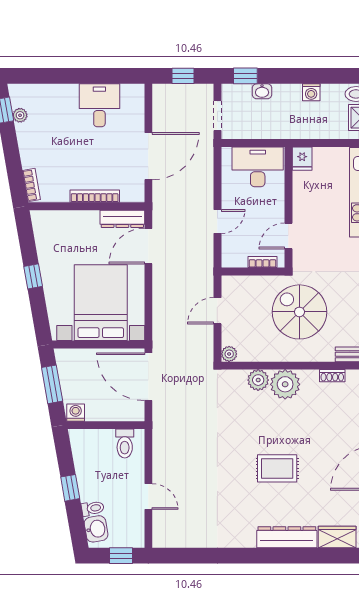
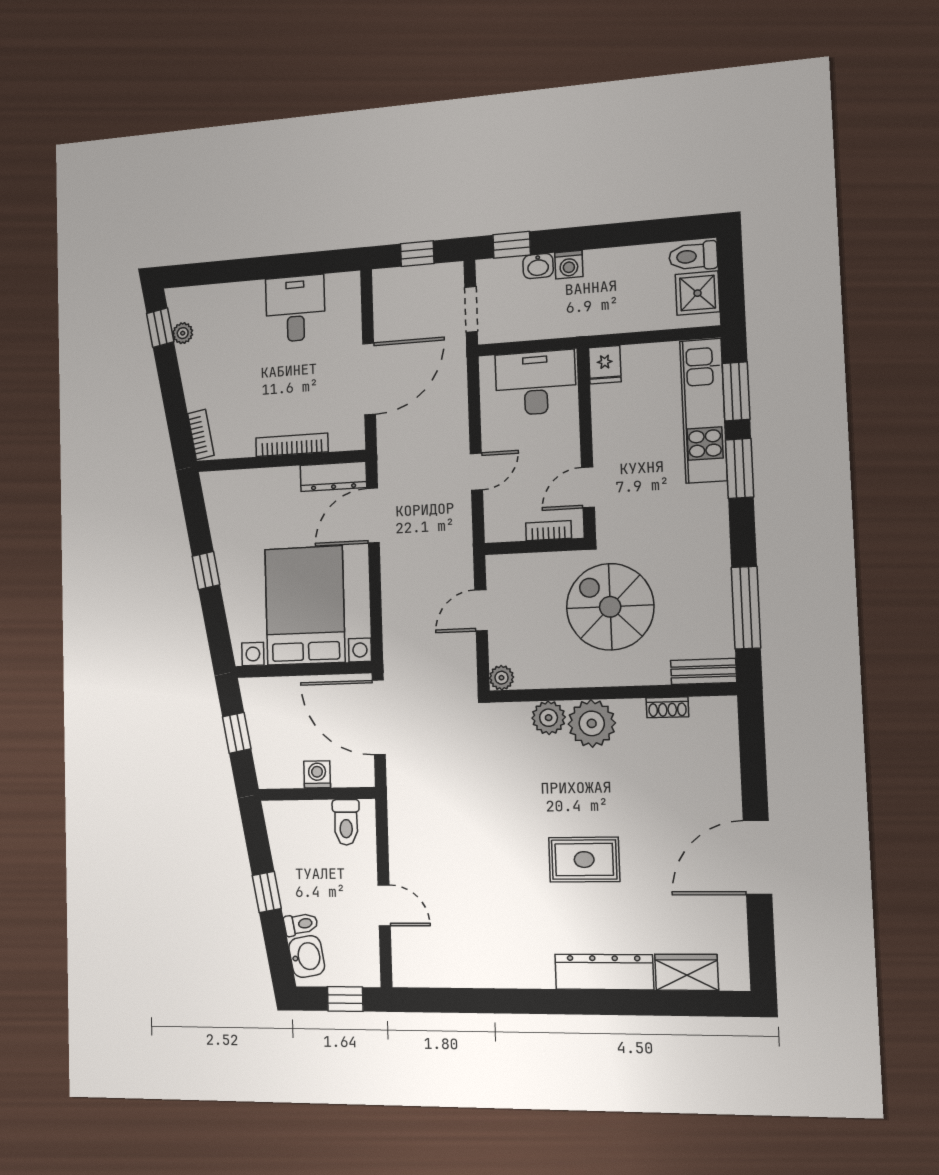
washing machine: (311, 92) -> (569, 265), moved
window: (52, 384) -> (237, 733), width x0.67
washing machine: (76, 413) -> (317, 774), moved

